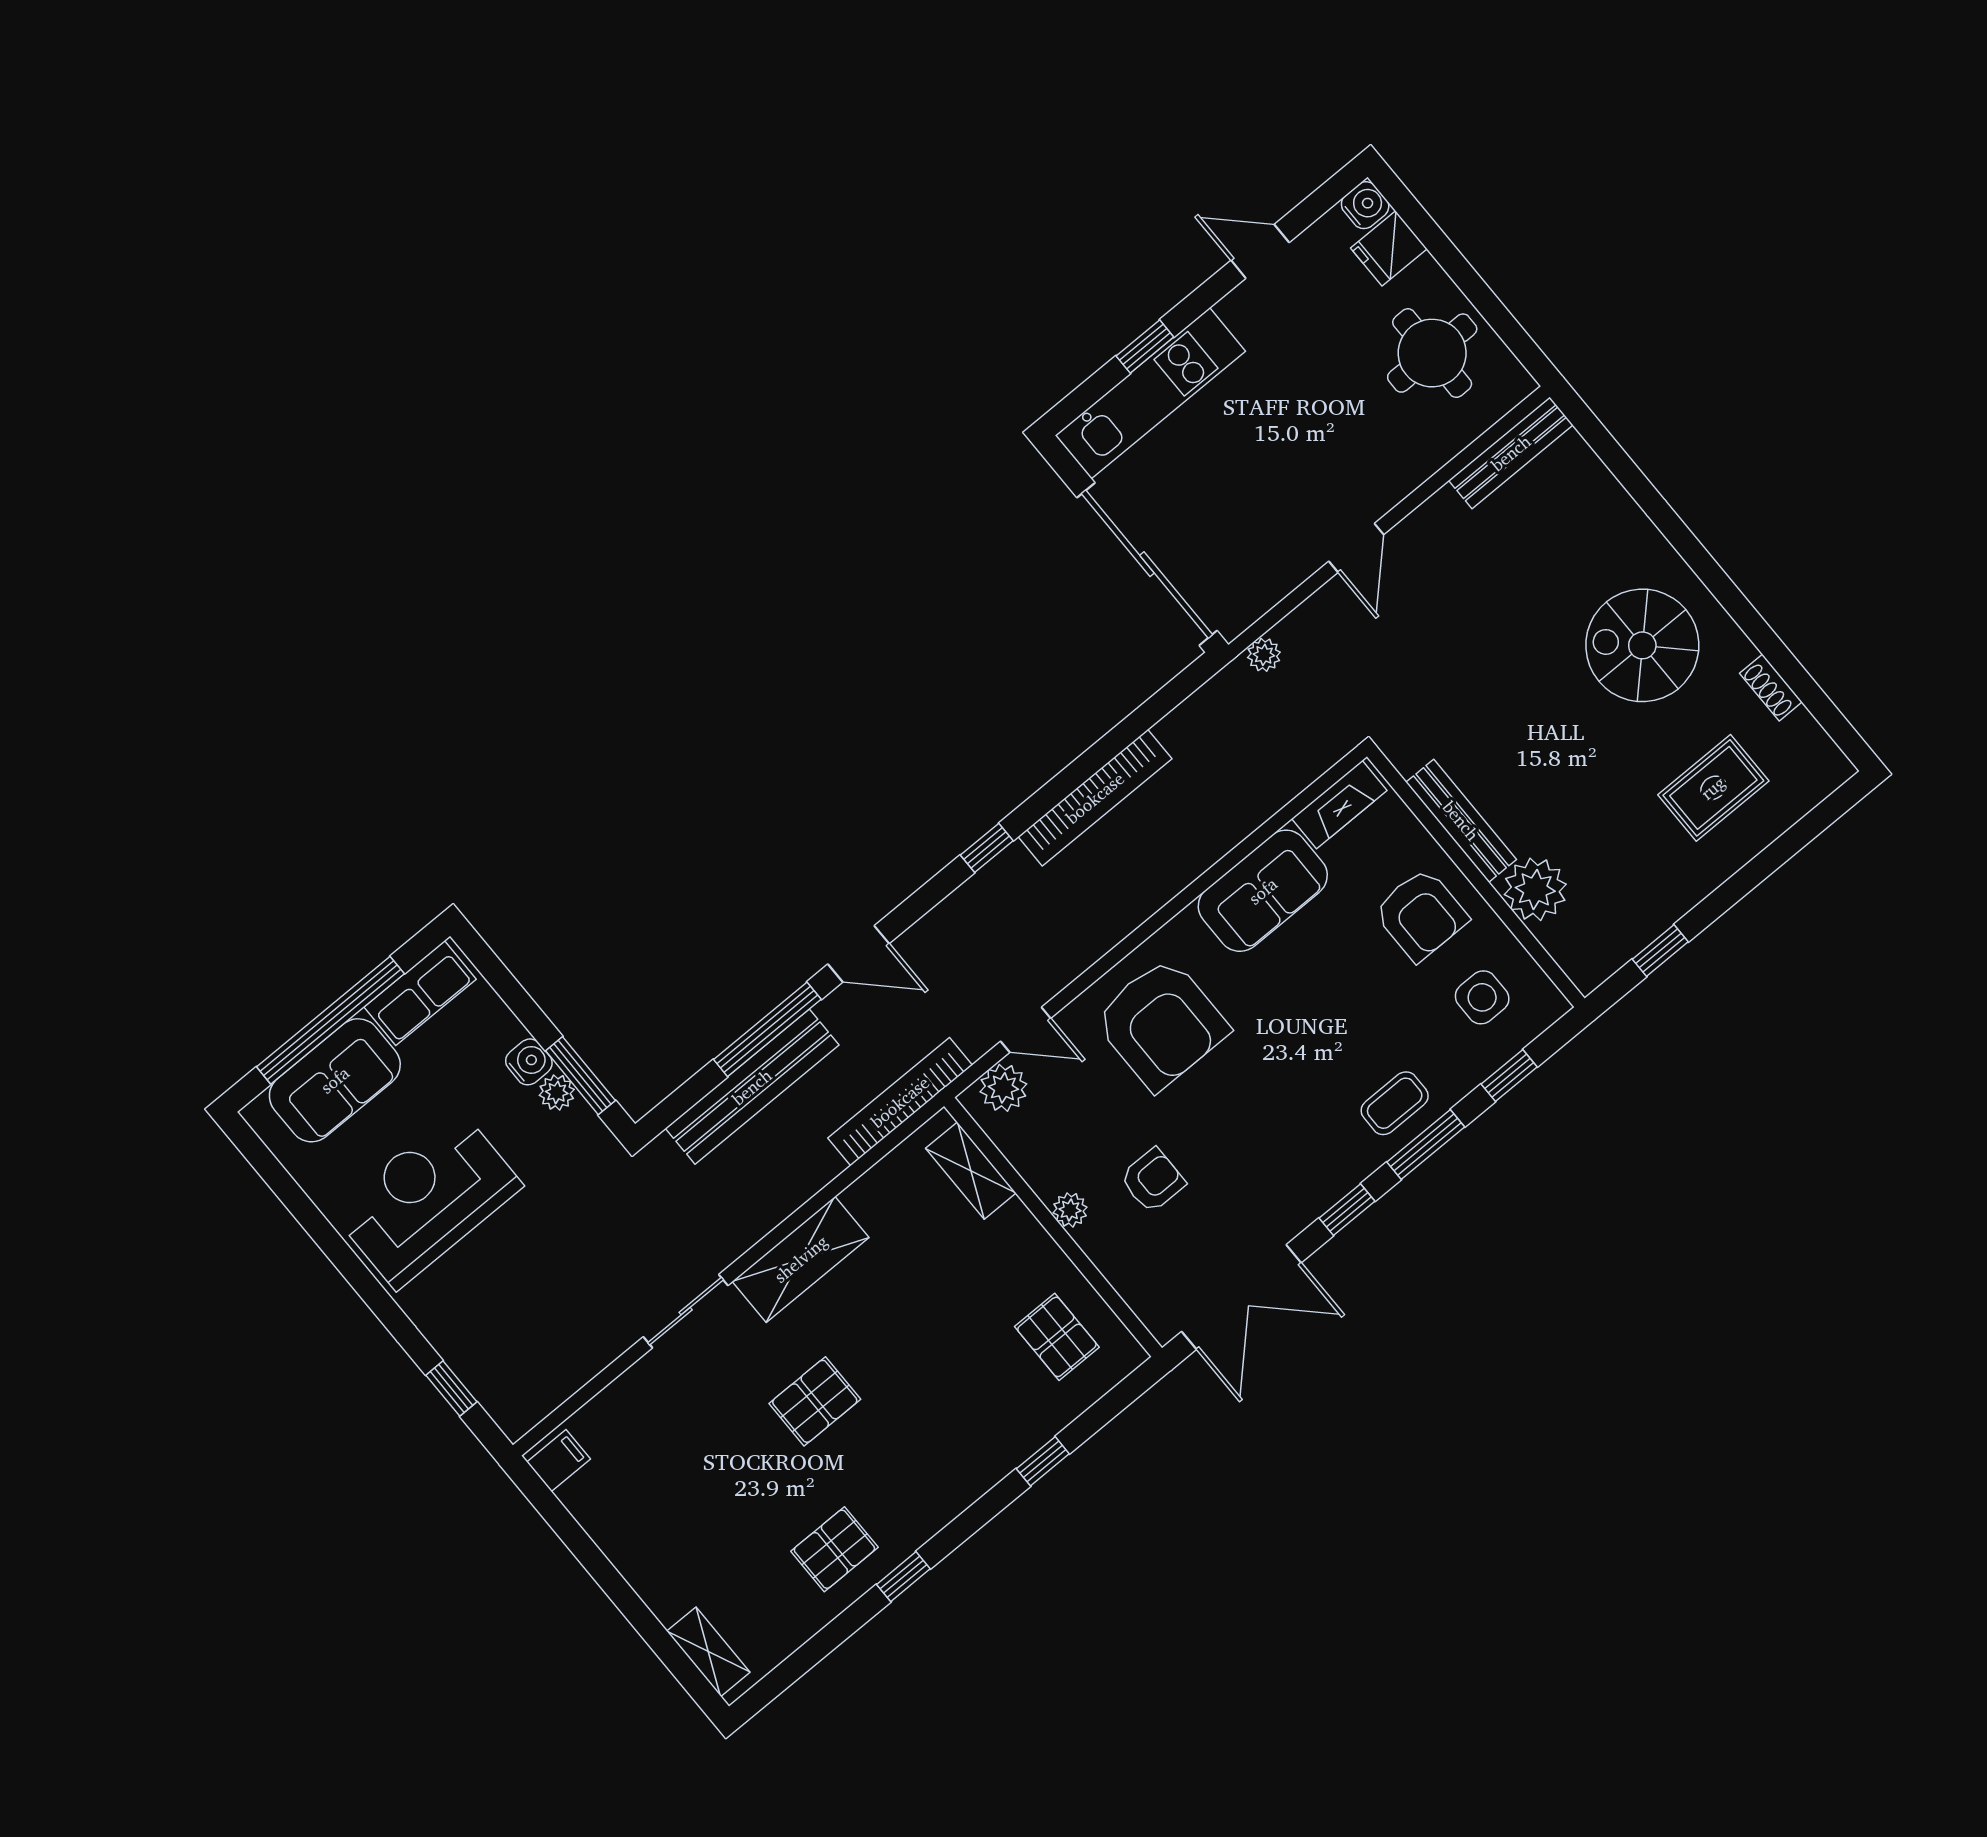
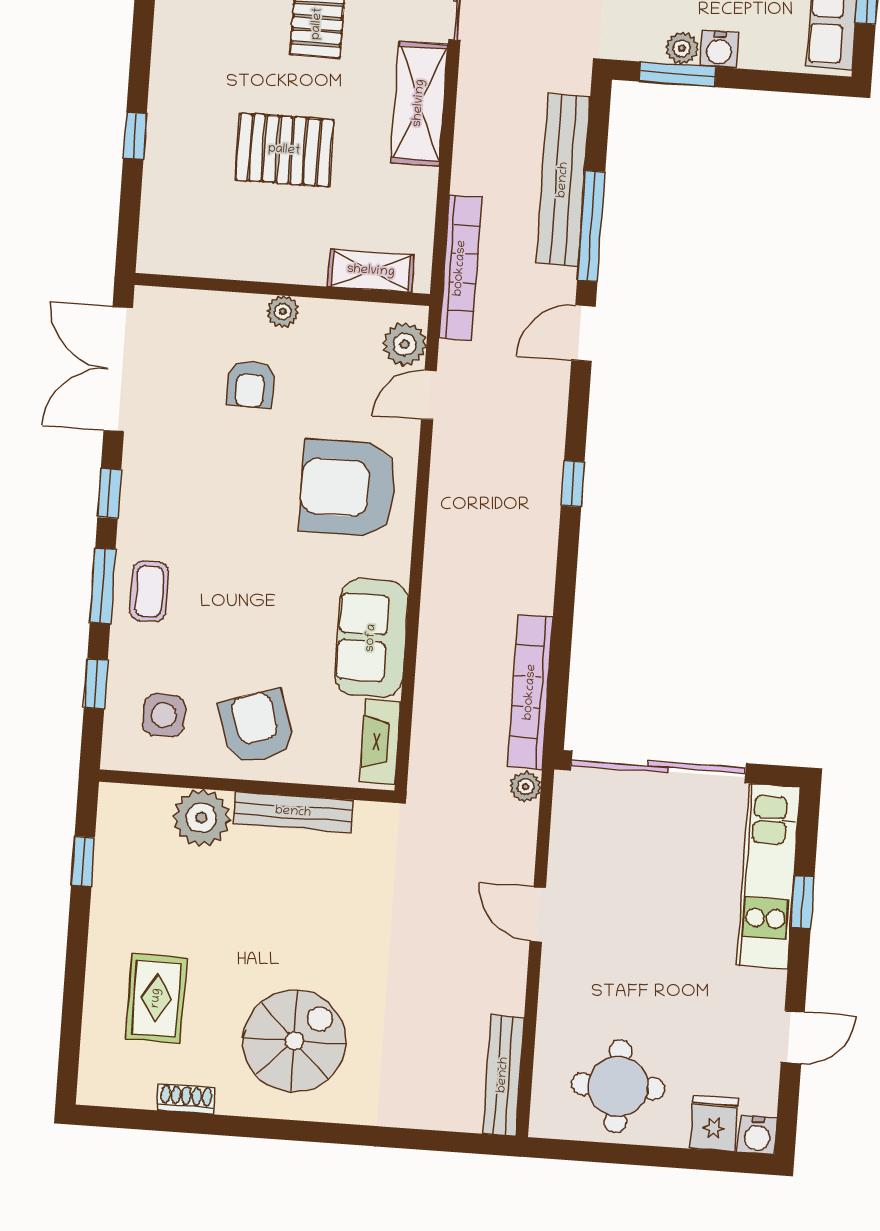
bookcase: (1095, 798) -> (530, 692), moved
armchair: (1421, 915) -> (257, 727), turned 72
pallet: (1057, 1337) -> (284, 150), moved, width x1.50, depth x1.42

